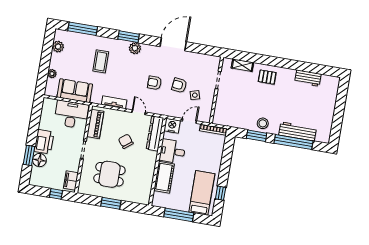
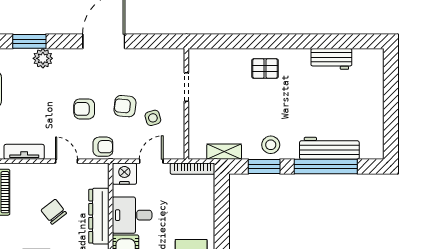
shelving: (242, 65) -> (224, 152), moved
armchair: (162, 107) -> (103, 147), added
dresser: (155, 133) -> (99, 216), moved

